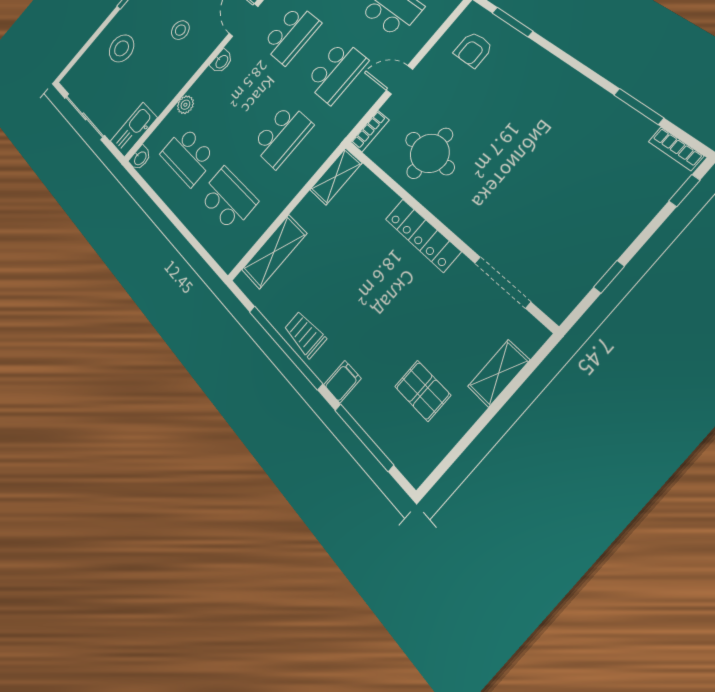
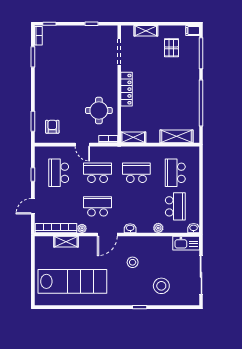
armchair: (473, 50) -> (52, 127), turned -90
trolley: (305, 334) -> (191, 100), removed
filing cabinet: (342, 382) -> (193, 31), moved

